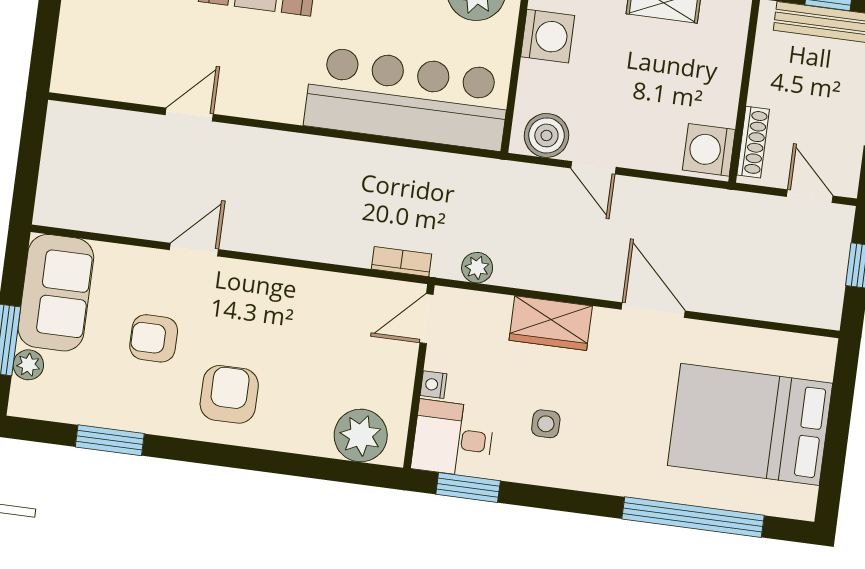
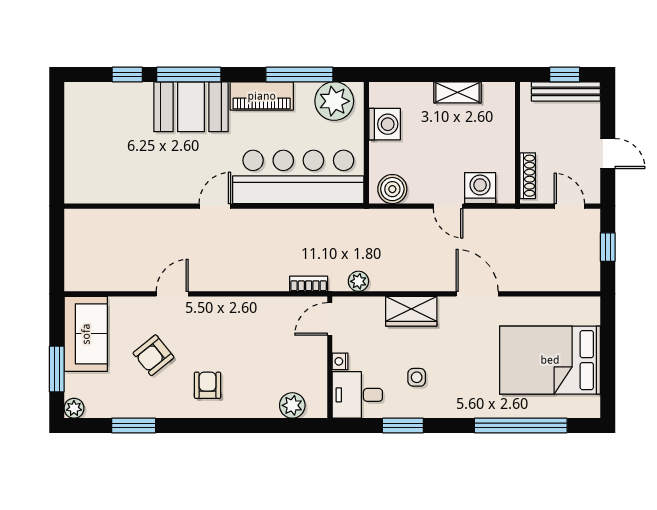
door: (189, 115) -> (215, 206), moved
washing machine: (709, 150) -> (480, 188), moved, turned 90
door: (593, 168) -> (448, 206), moved
armchair: (154, 338) -> (153, 355), turned -39
plant: (28, 365) -> (74, 408), moved
armchair: (229, 394) -> (208, 385), width x0.72, depth x0.72
plant: (361, 435) -> (292, 405), width x0.73, depth x0.73
window: (468, 487) -> (403, 425), moved

